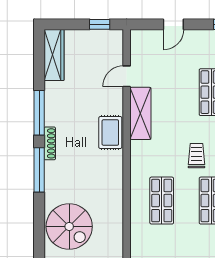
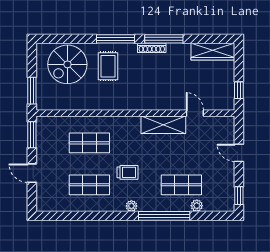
rug: (110, 133) -> (108, 66), moved, turned 90
shoe rack: (50, 143) -> (152, 48), moved

